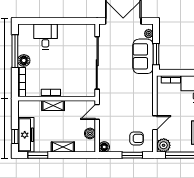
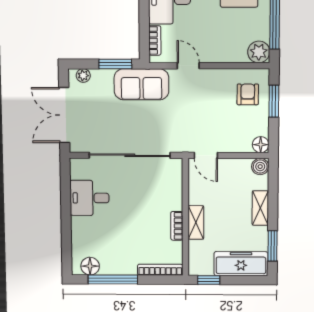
desk: (45, 37) -> (90, 198), moved
sofa: (143, 56) -> (141, 84), moved
floor lamp: (24, 60) -> (90, 266), moved
door: (155, 123) -> (188, 66), moved
boiler: (90, 133) -> (260, 167), moved
window: (15, 137) -> (209, 280), moved

